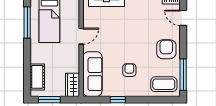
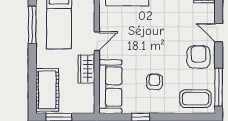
door: (183, 18) -> (219, 33), moved
cot: (37, 77) -> (47, 90), width x1.37, depth x1.34
wardrobe: (72, 85) -> (86, 69), moved

